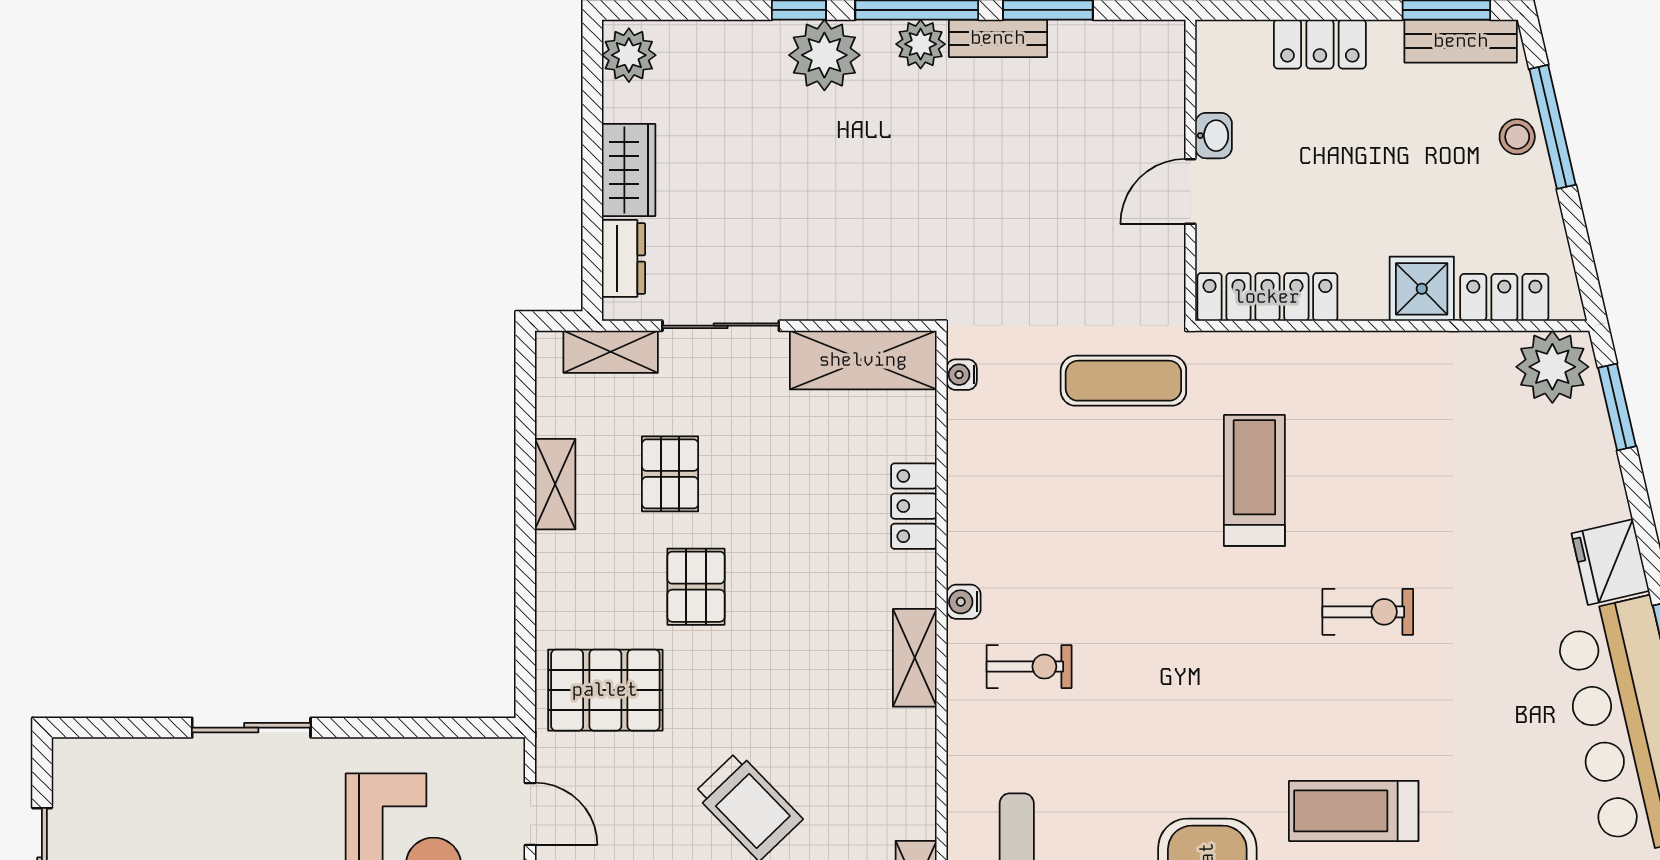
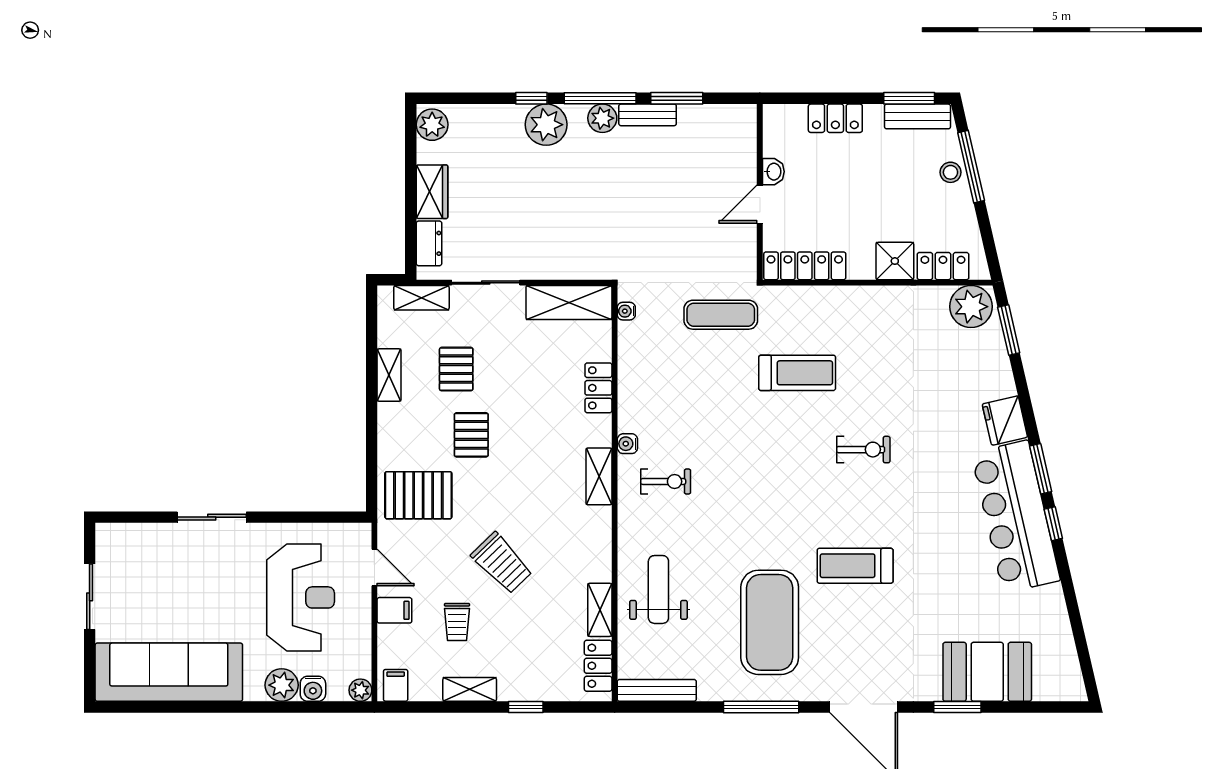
treadmill: (1254, 480) -> (797, 373), turned 90

